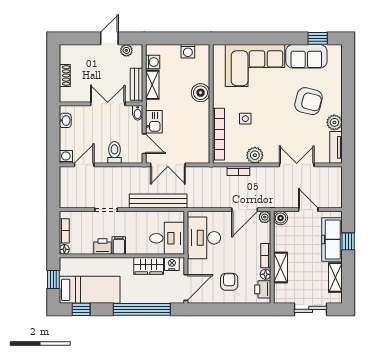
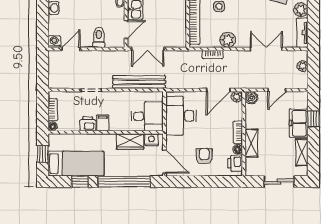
door: (144, 144) -> (126, 29), hinge flipped
plant: (336, 184) -> (303, 66), added
door: (308, 210) -> (277, 90), swing flipped
freezer: (332, 239) -> (299, 123), width x0.71
door: (186, 287) -> (164, 161), hinge flipped
window: (81, 309) -> (80, 182), moved

